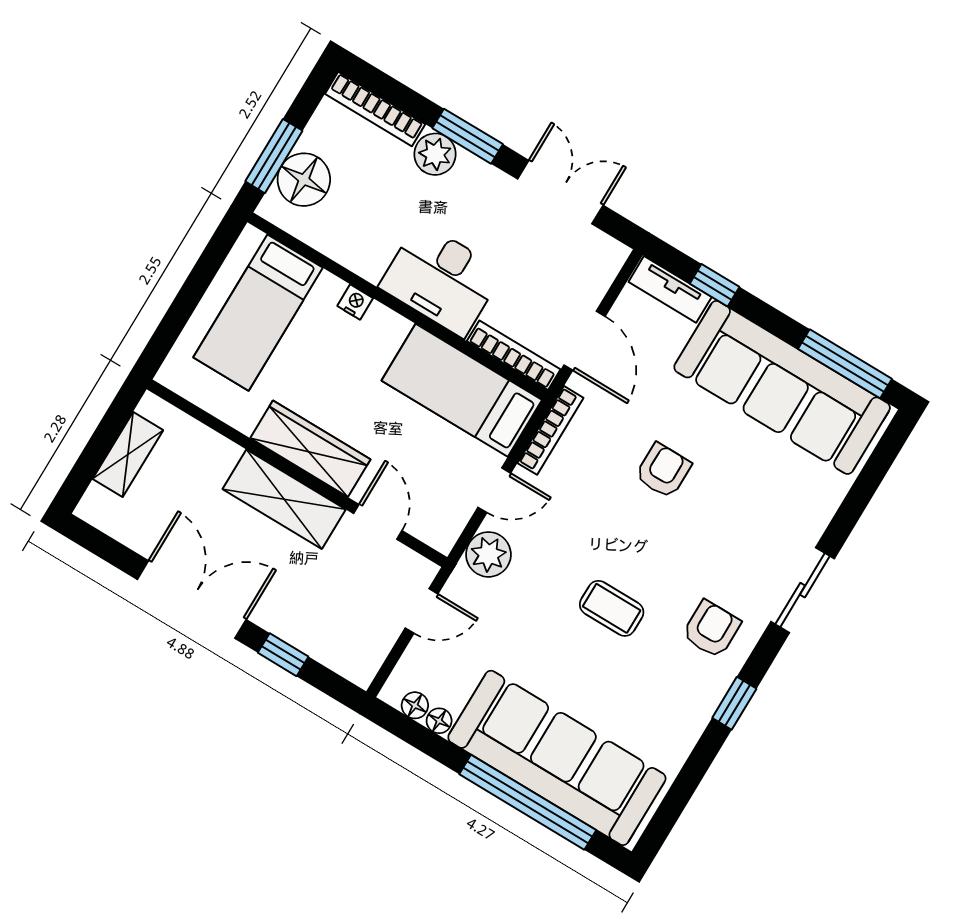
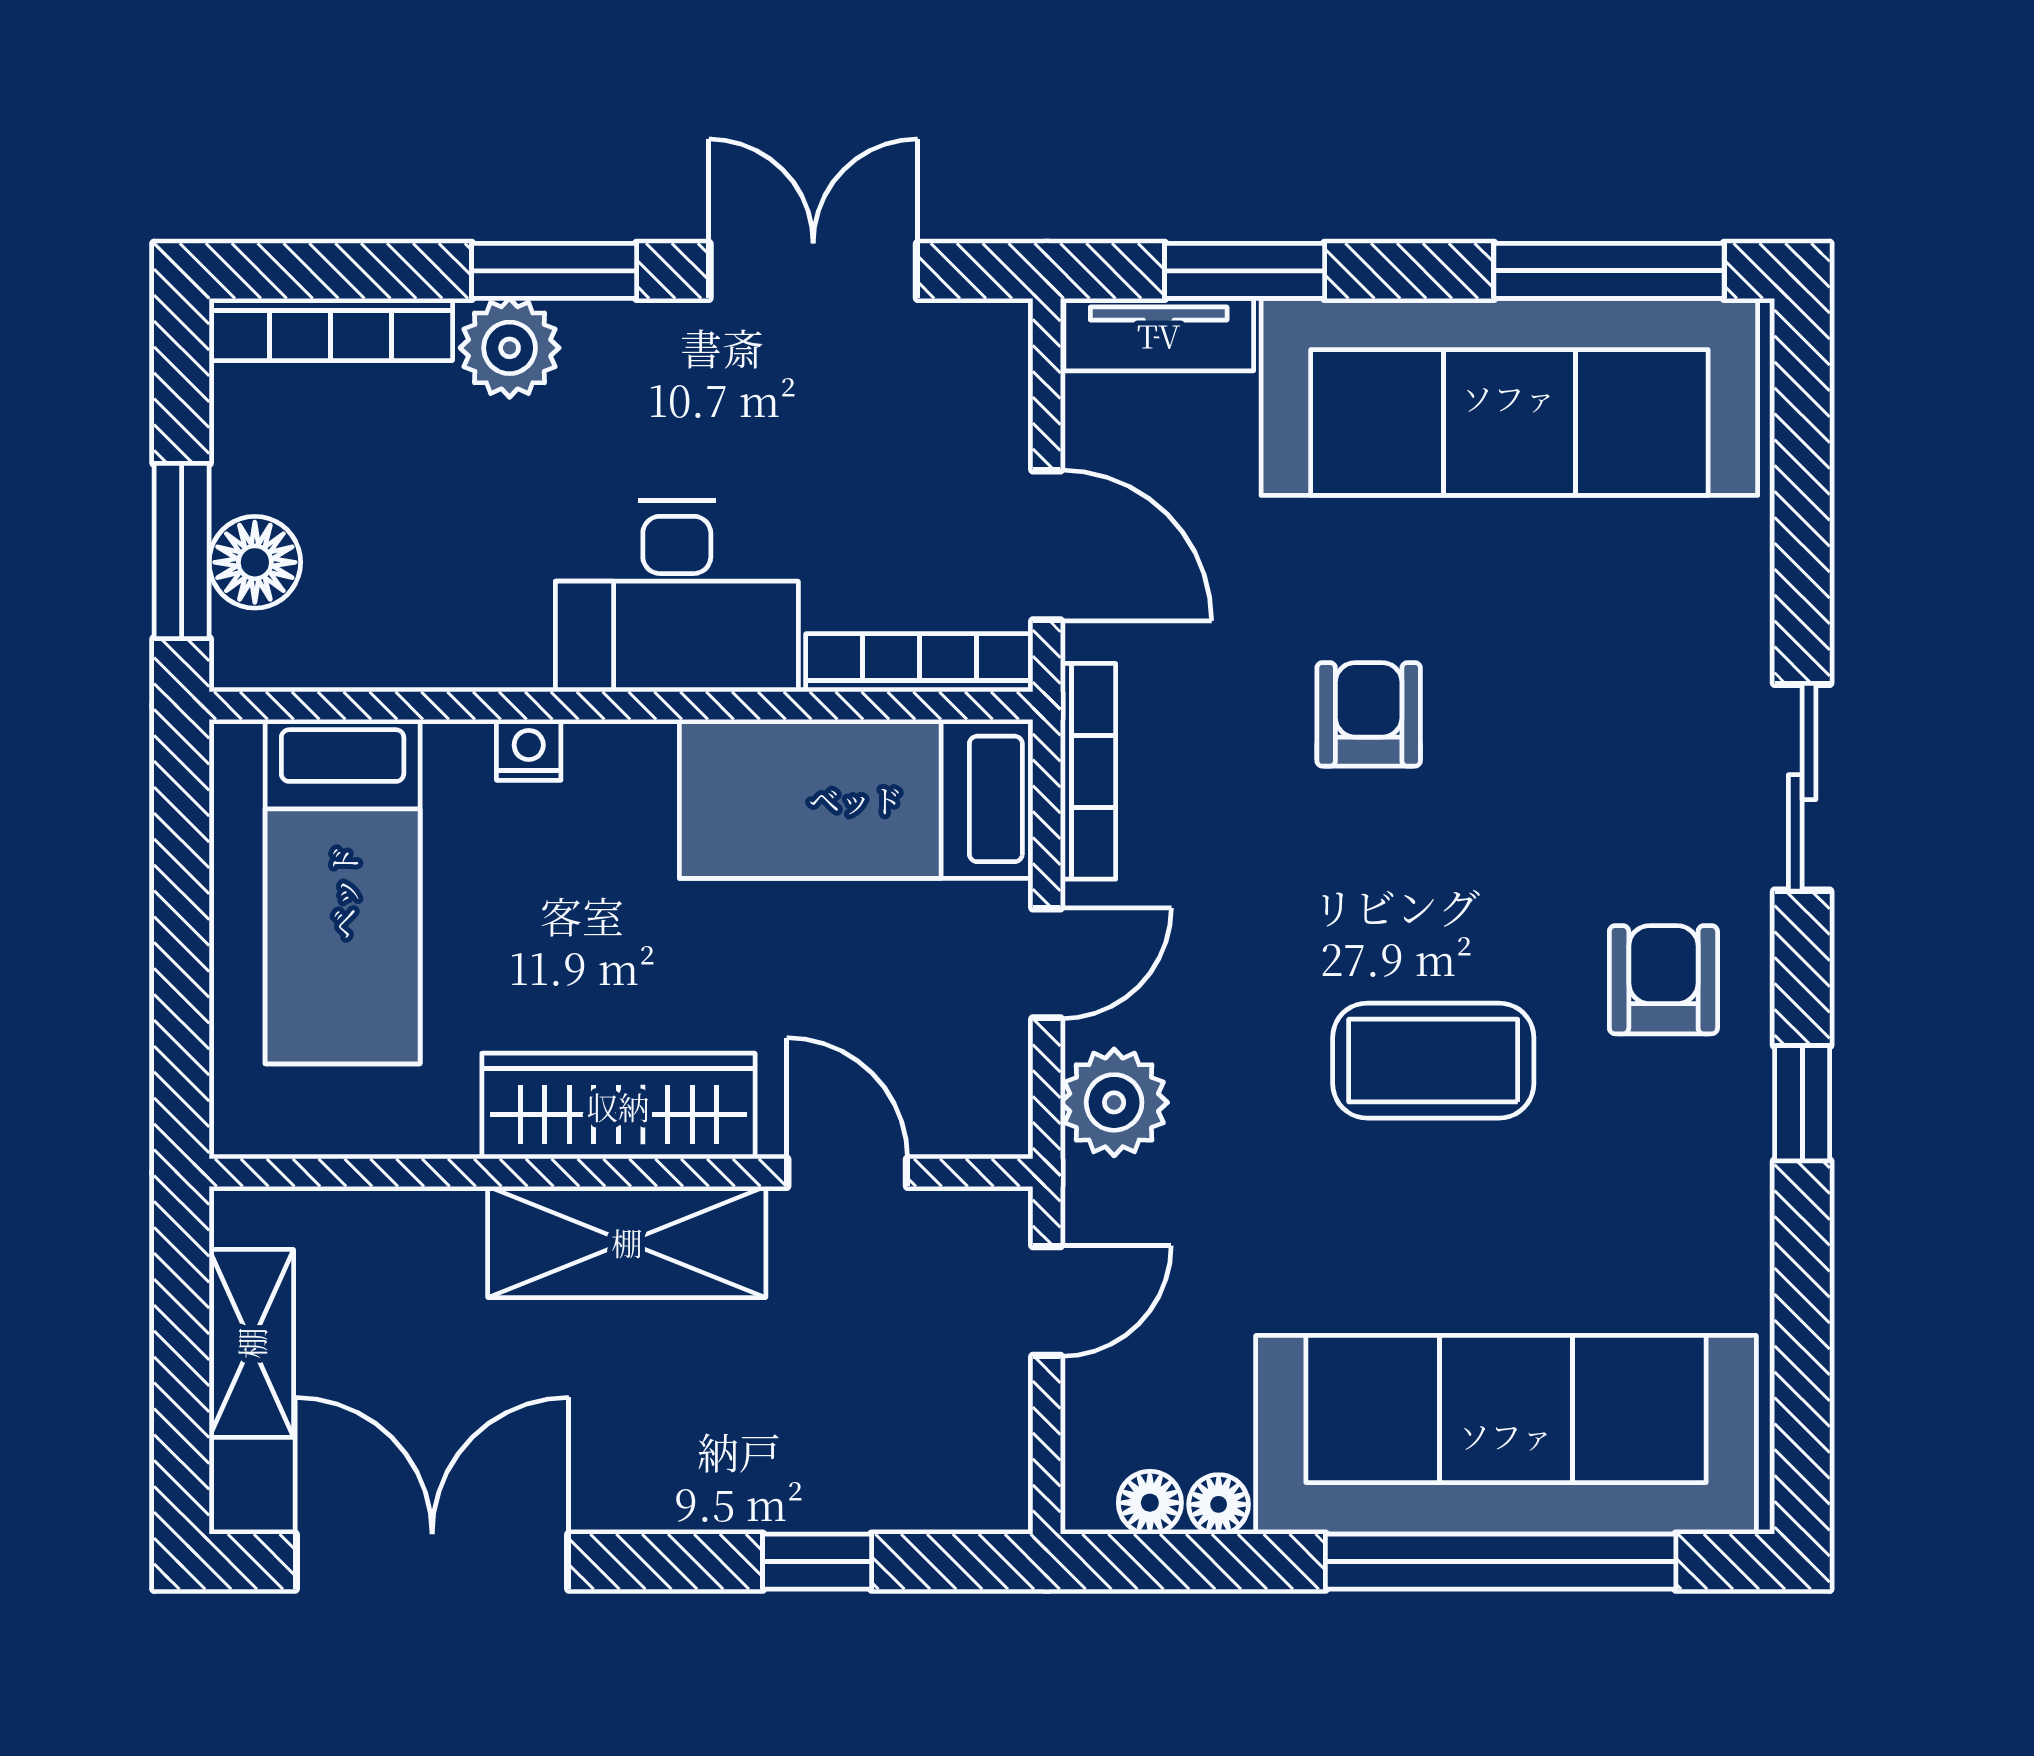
floor lamp: (304, 180) -> (255, 562), width x0.73, depth x0.73
window: (715, 285) -> (1245, 271), width x1.50
double door: (192, 599) -> (432, 1562), moved
coffee table: (612, 608) -> (1433, 1061), width x1.36, depth x1.30

